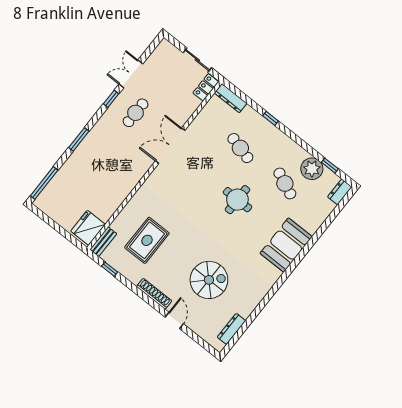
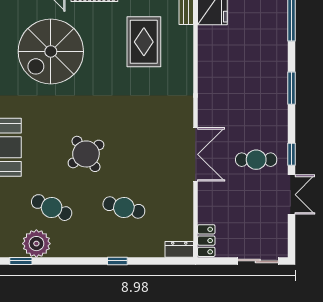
sliding door: (197, 60) -> (258, 261), moved
dresser: (231, 98) -> (179, 249), width x0.70
cafe table: (136, 113) -> (256, 160), turned 90
round table: (237, 200) -> (86, 154), turned -35
spiral stairs: (209, 280) -> (51, 51), width x1.37, depth x1.37

